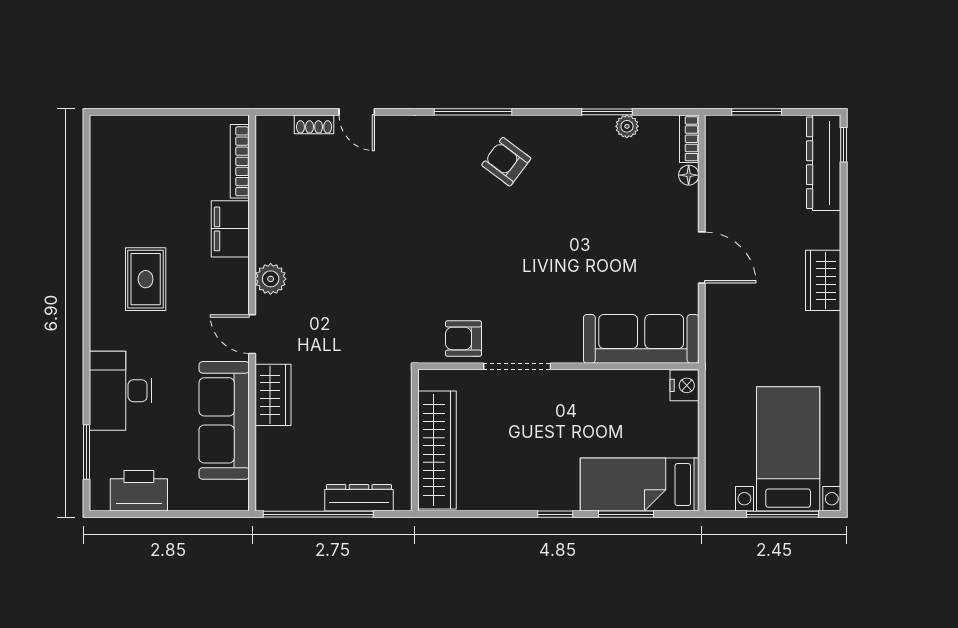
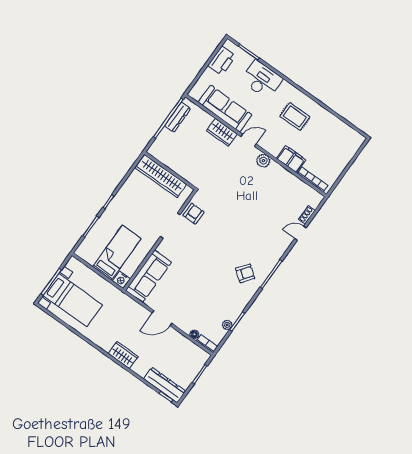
bed: (640, 485) -> (117, 253), moved
dresser: (359, 498) -> (178, 117), moved

